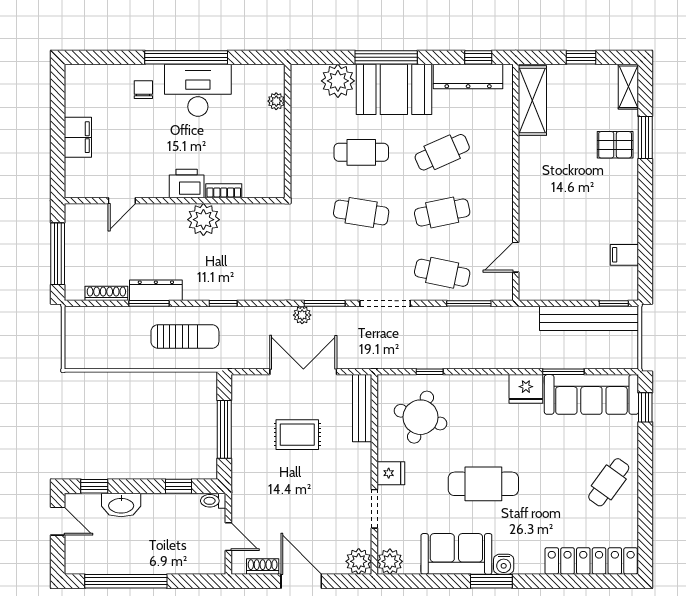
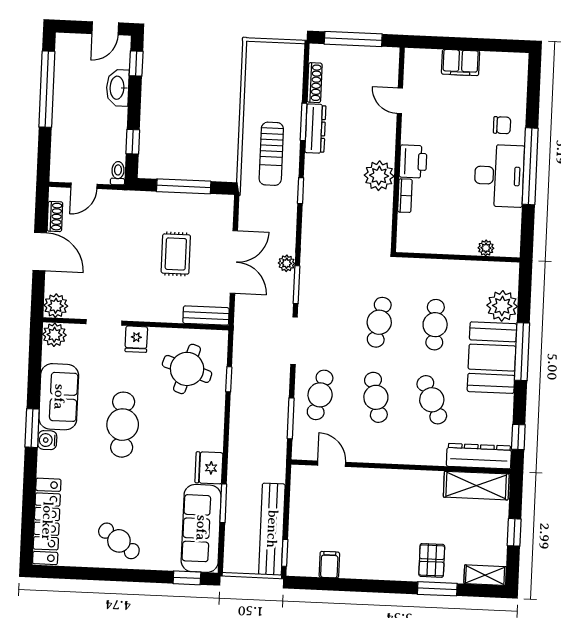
dresser: (468, 77) -> (479, 456), moved, turned 90
bench: (362, 408) -> (206, 316), width x0.73
door: (301, 581) -> (40, 252), hinge flipped

